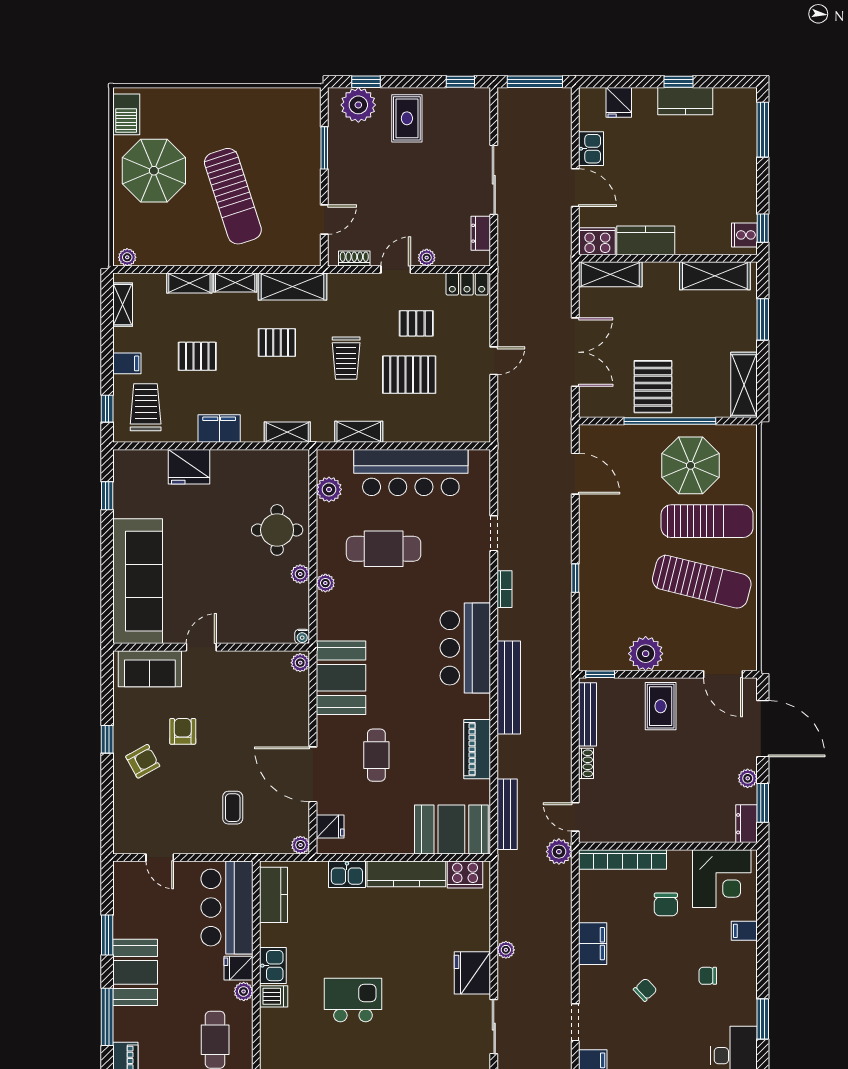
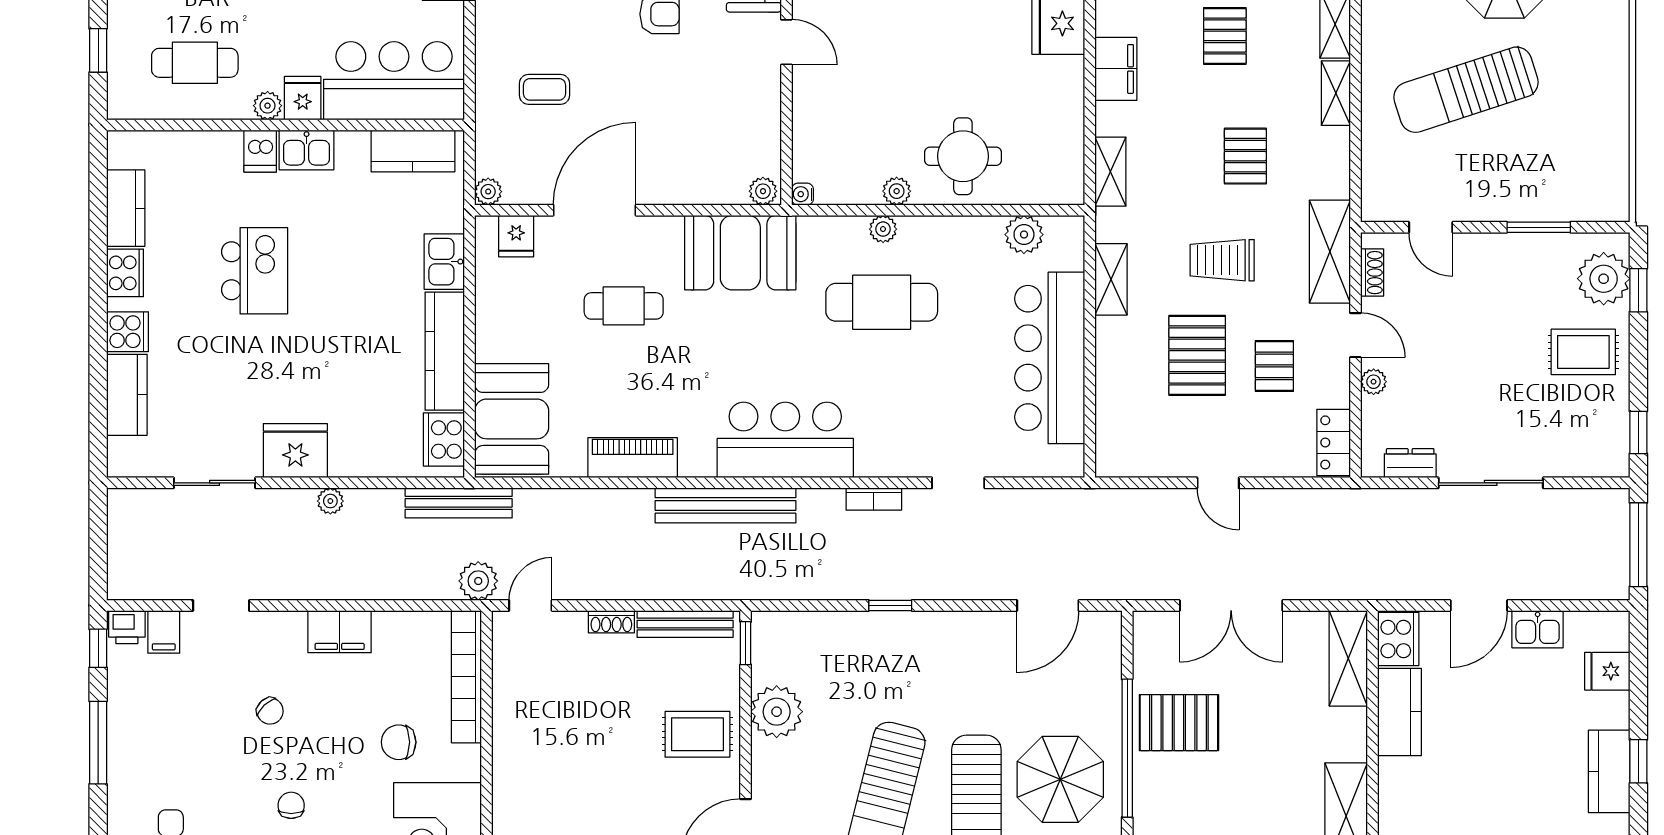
shelving: (293, 287) -> (1330, 252), moved
cafe table: (384, 549) -> (882, 302), moved, turned 90
bench: (507, 814) -> (459, 503), moved

